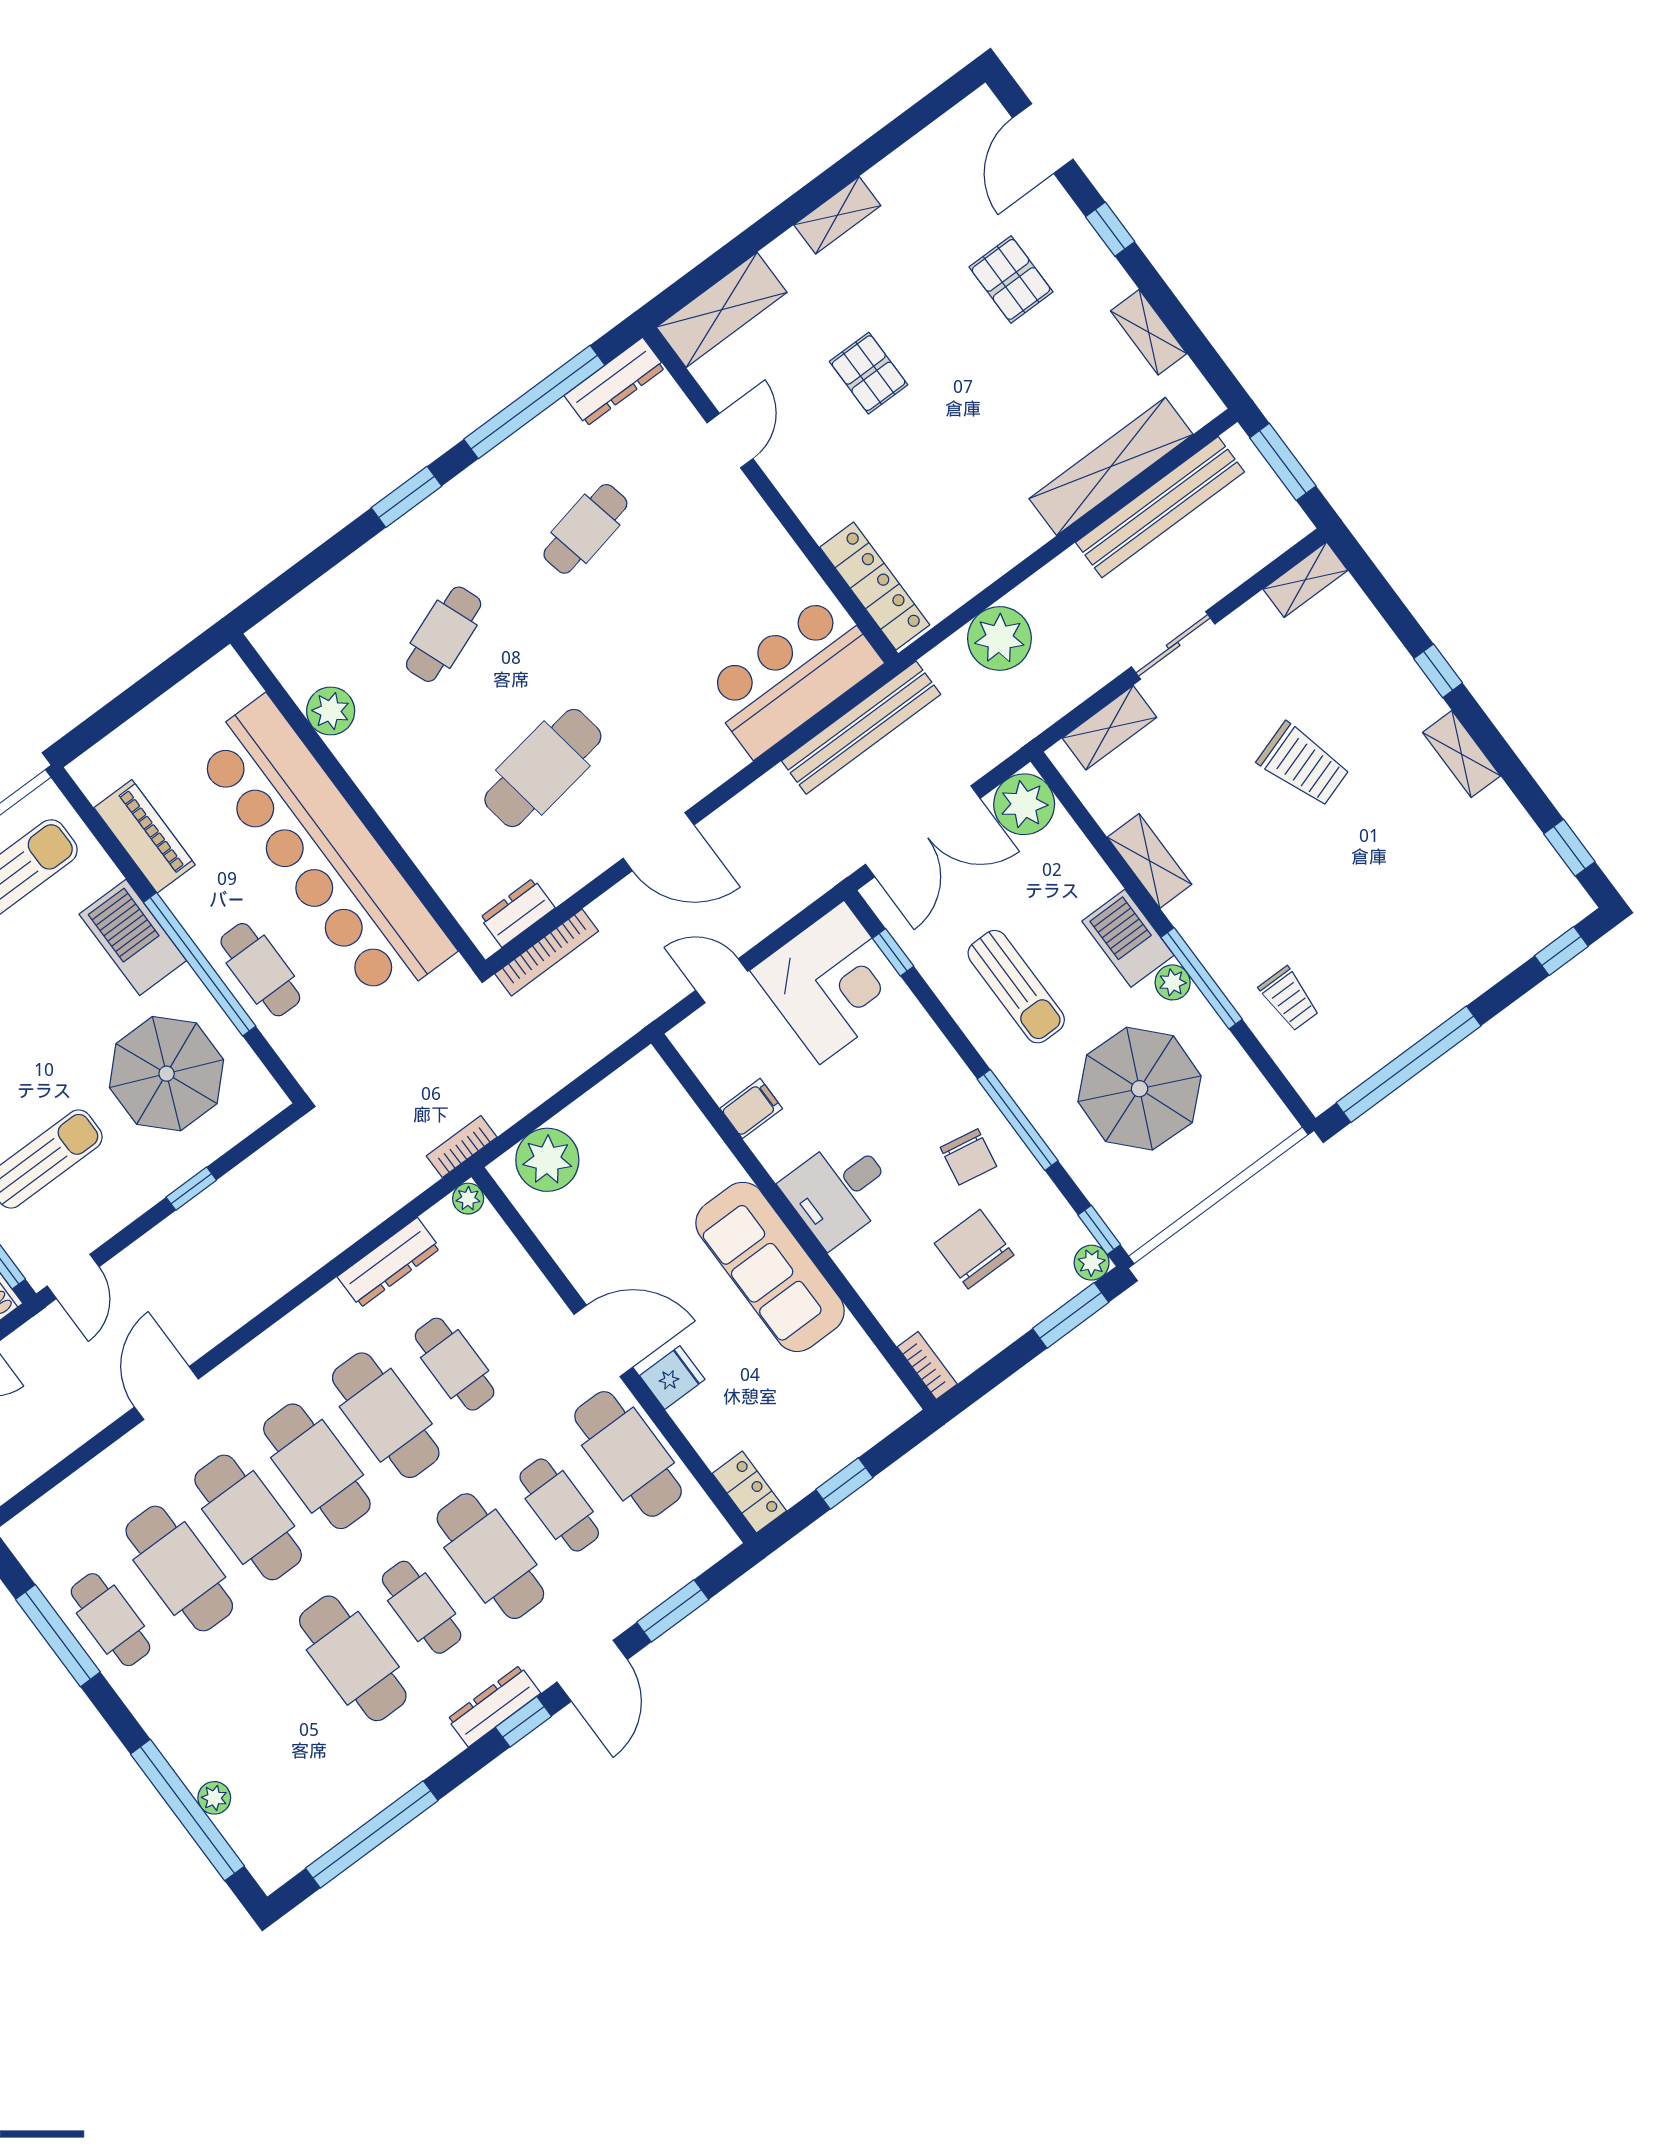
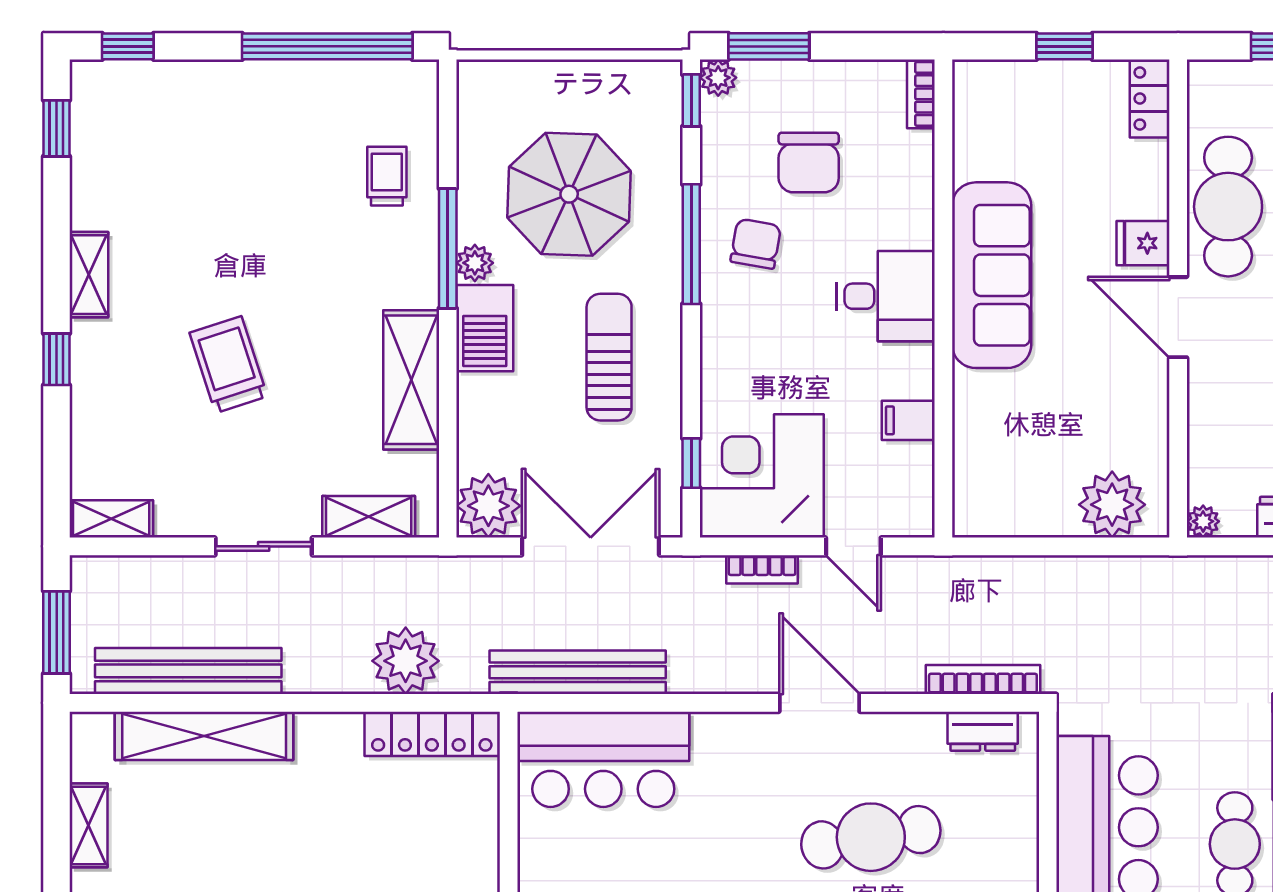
locker: (875, 586) -> (432, 734), moved, turned -90
shelving: (1150, 861) -> (411, 380), width x1.50, depth x1.33
bookcase: (462, 1147) -> (762, 569), moved

